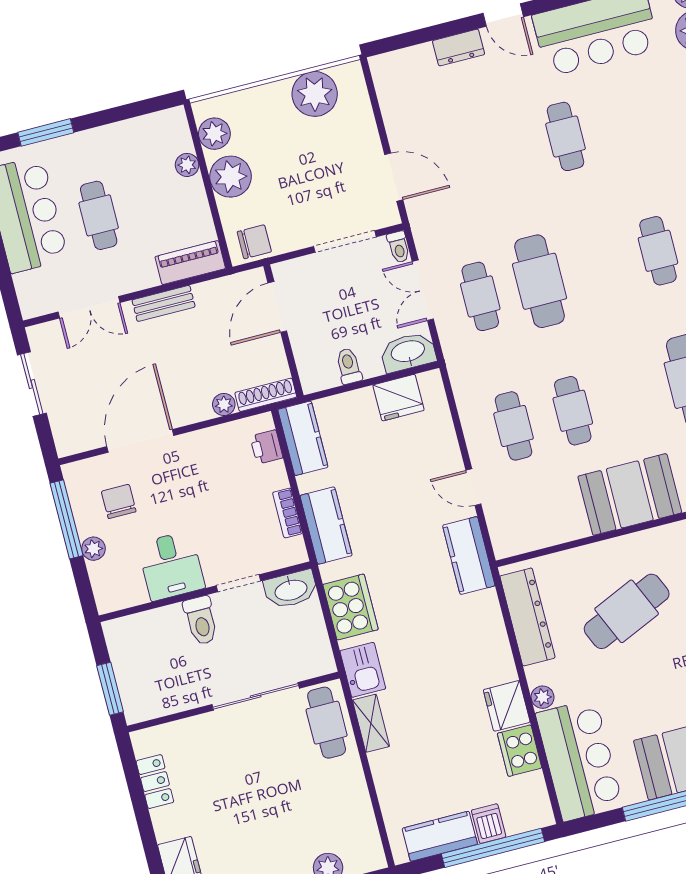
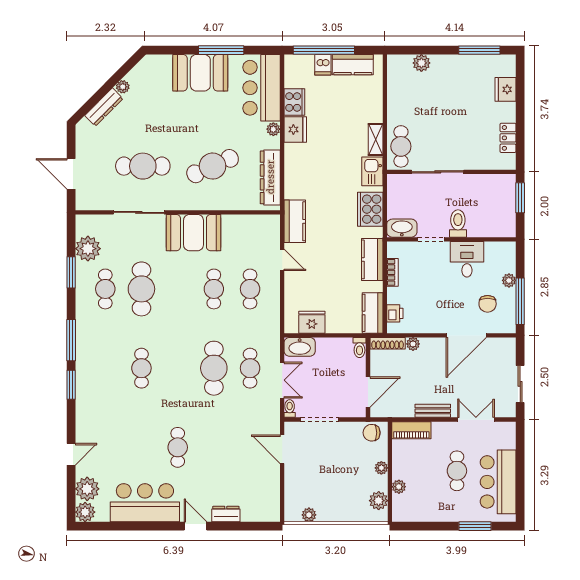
plant: (315, 94) -> (309, 515), width x0.53, depth x0.53
plant: (230, 177) -> (381, 468), width x0.53, depth x0.53
toilet: (349, 366) -> (359, 348), moved

